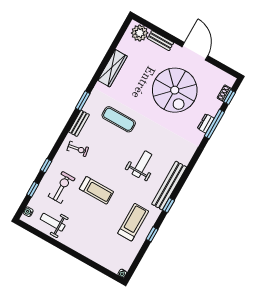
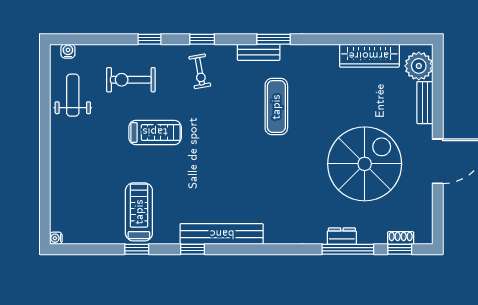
wardrobe: (112, 68) -> (369, 56), moved
spiral stairs: (175, 90) -> (365, 164), turned 180
bench: (79, 123) -> (259, 52), moved
weight bench: (142, 164) -> (230, 177), removed
exercise bike: (62, 187) -> (131, 80), turned 180
window: (33, 189) -> (202, 39), moved
treadmill: (96, 190) -> (155, 132), turned -90
treadmill: (133, 222) -> (139, 212), turned -90

